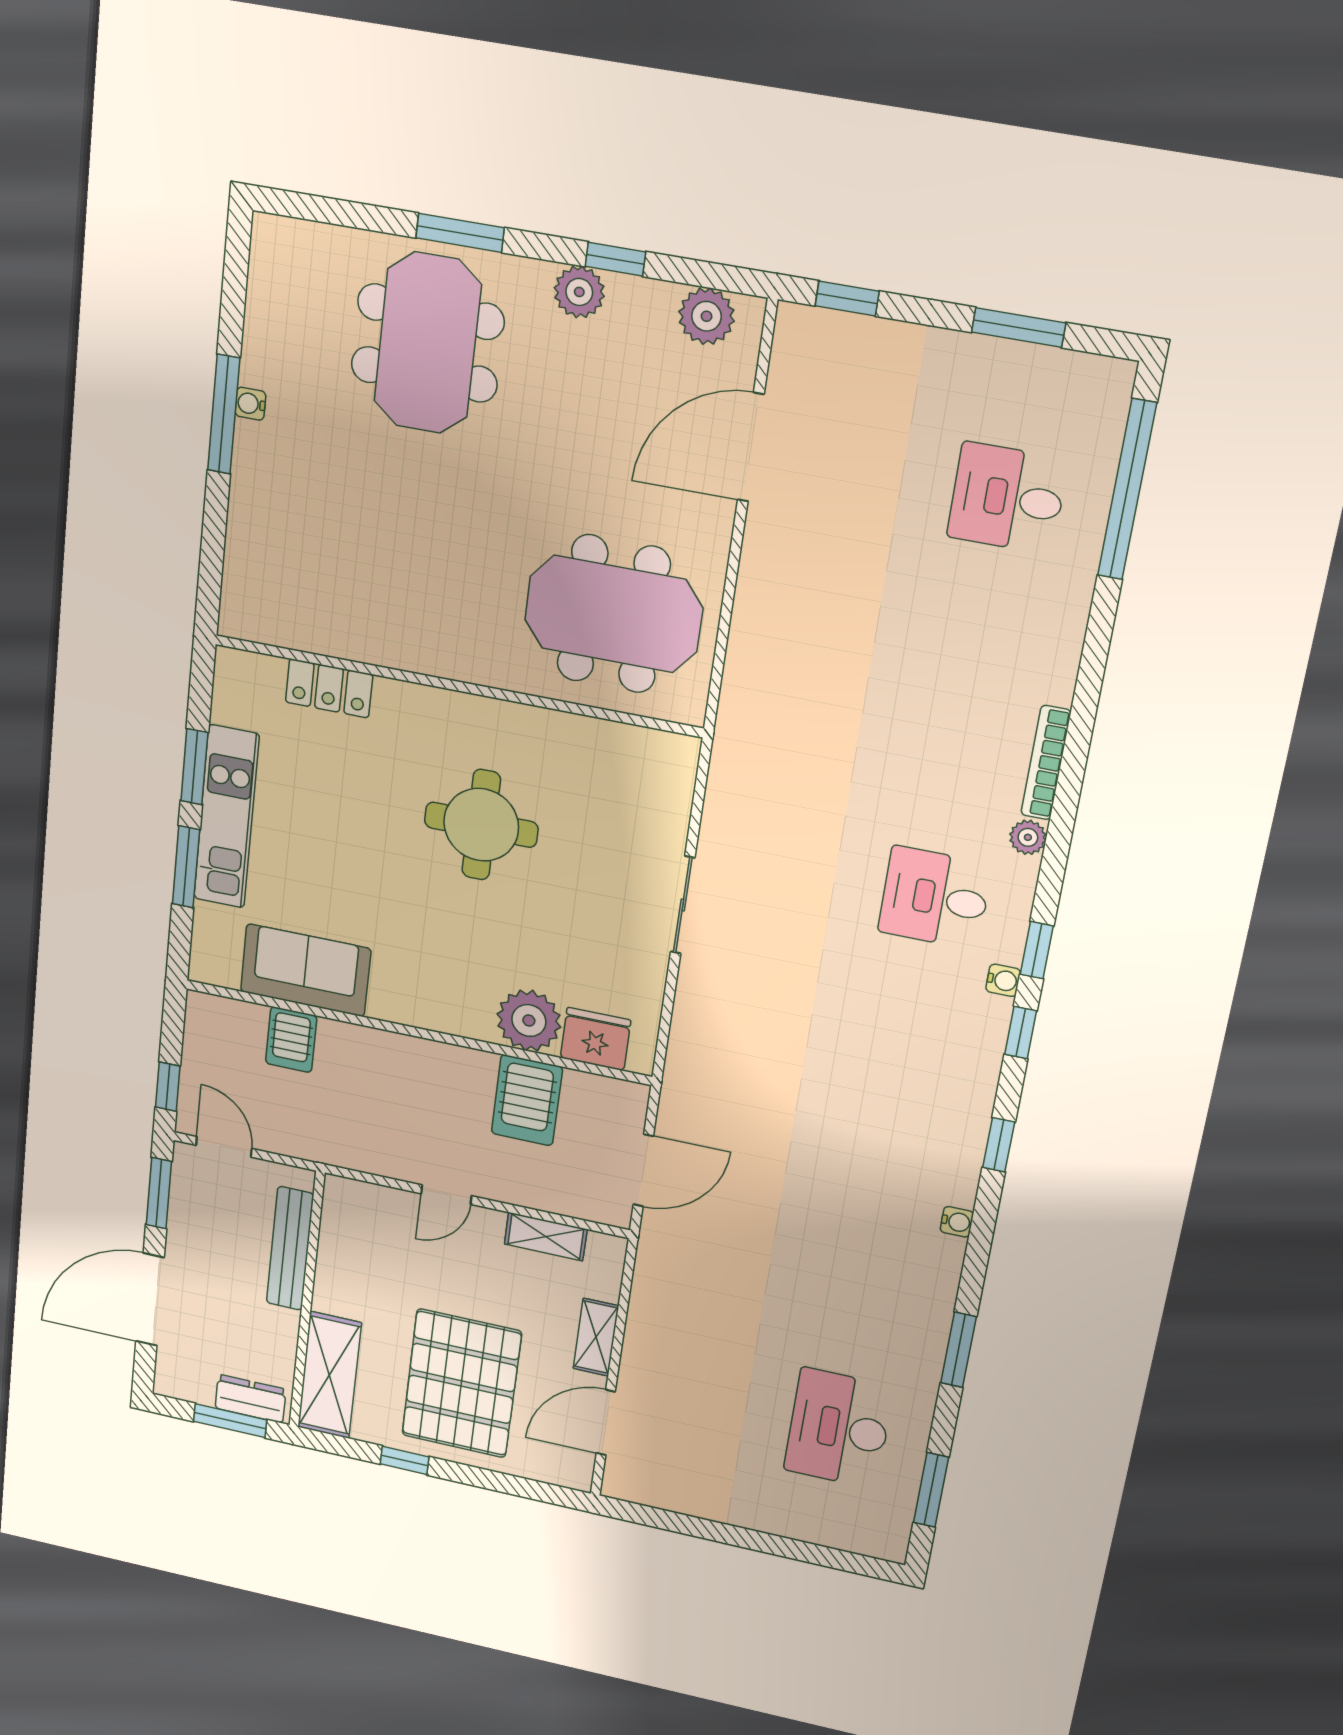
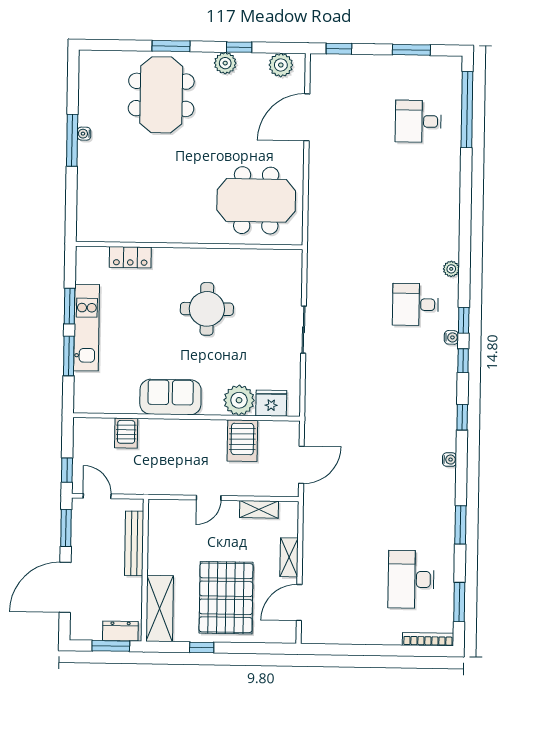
bookcase: (1046, 763) -> (428, 639), moved, turned 90
sofa: (306, 970) -> (170, 397), moved

